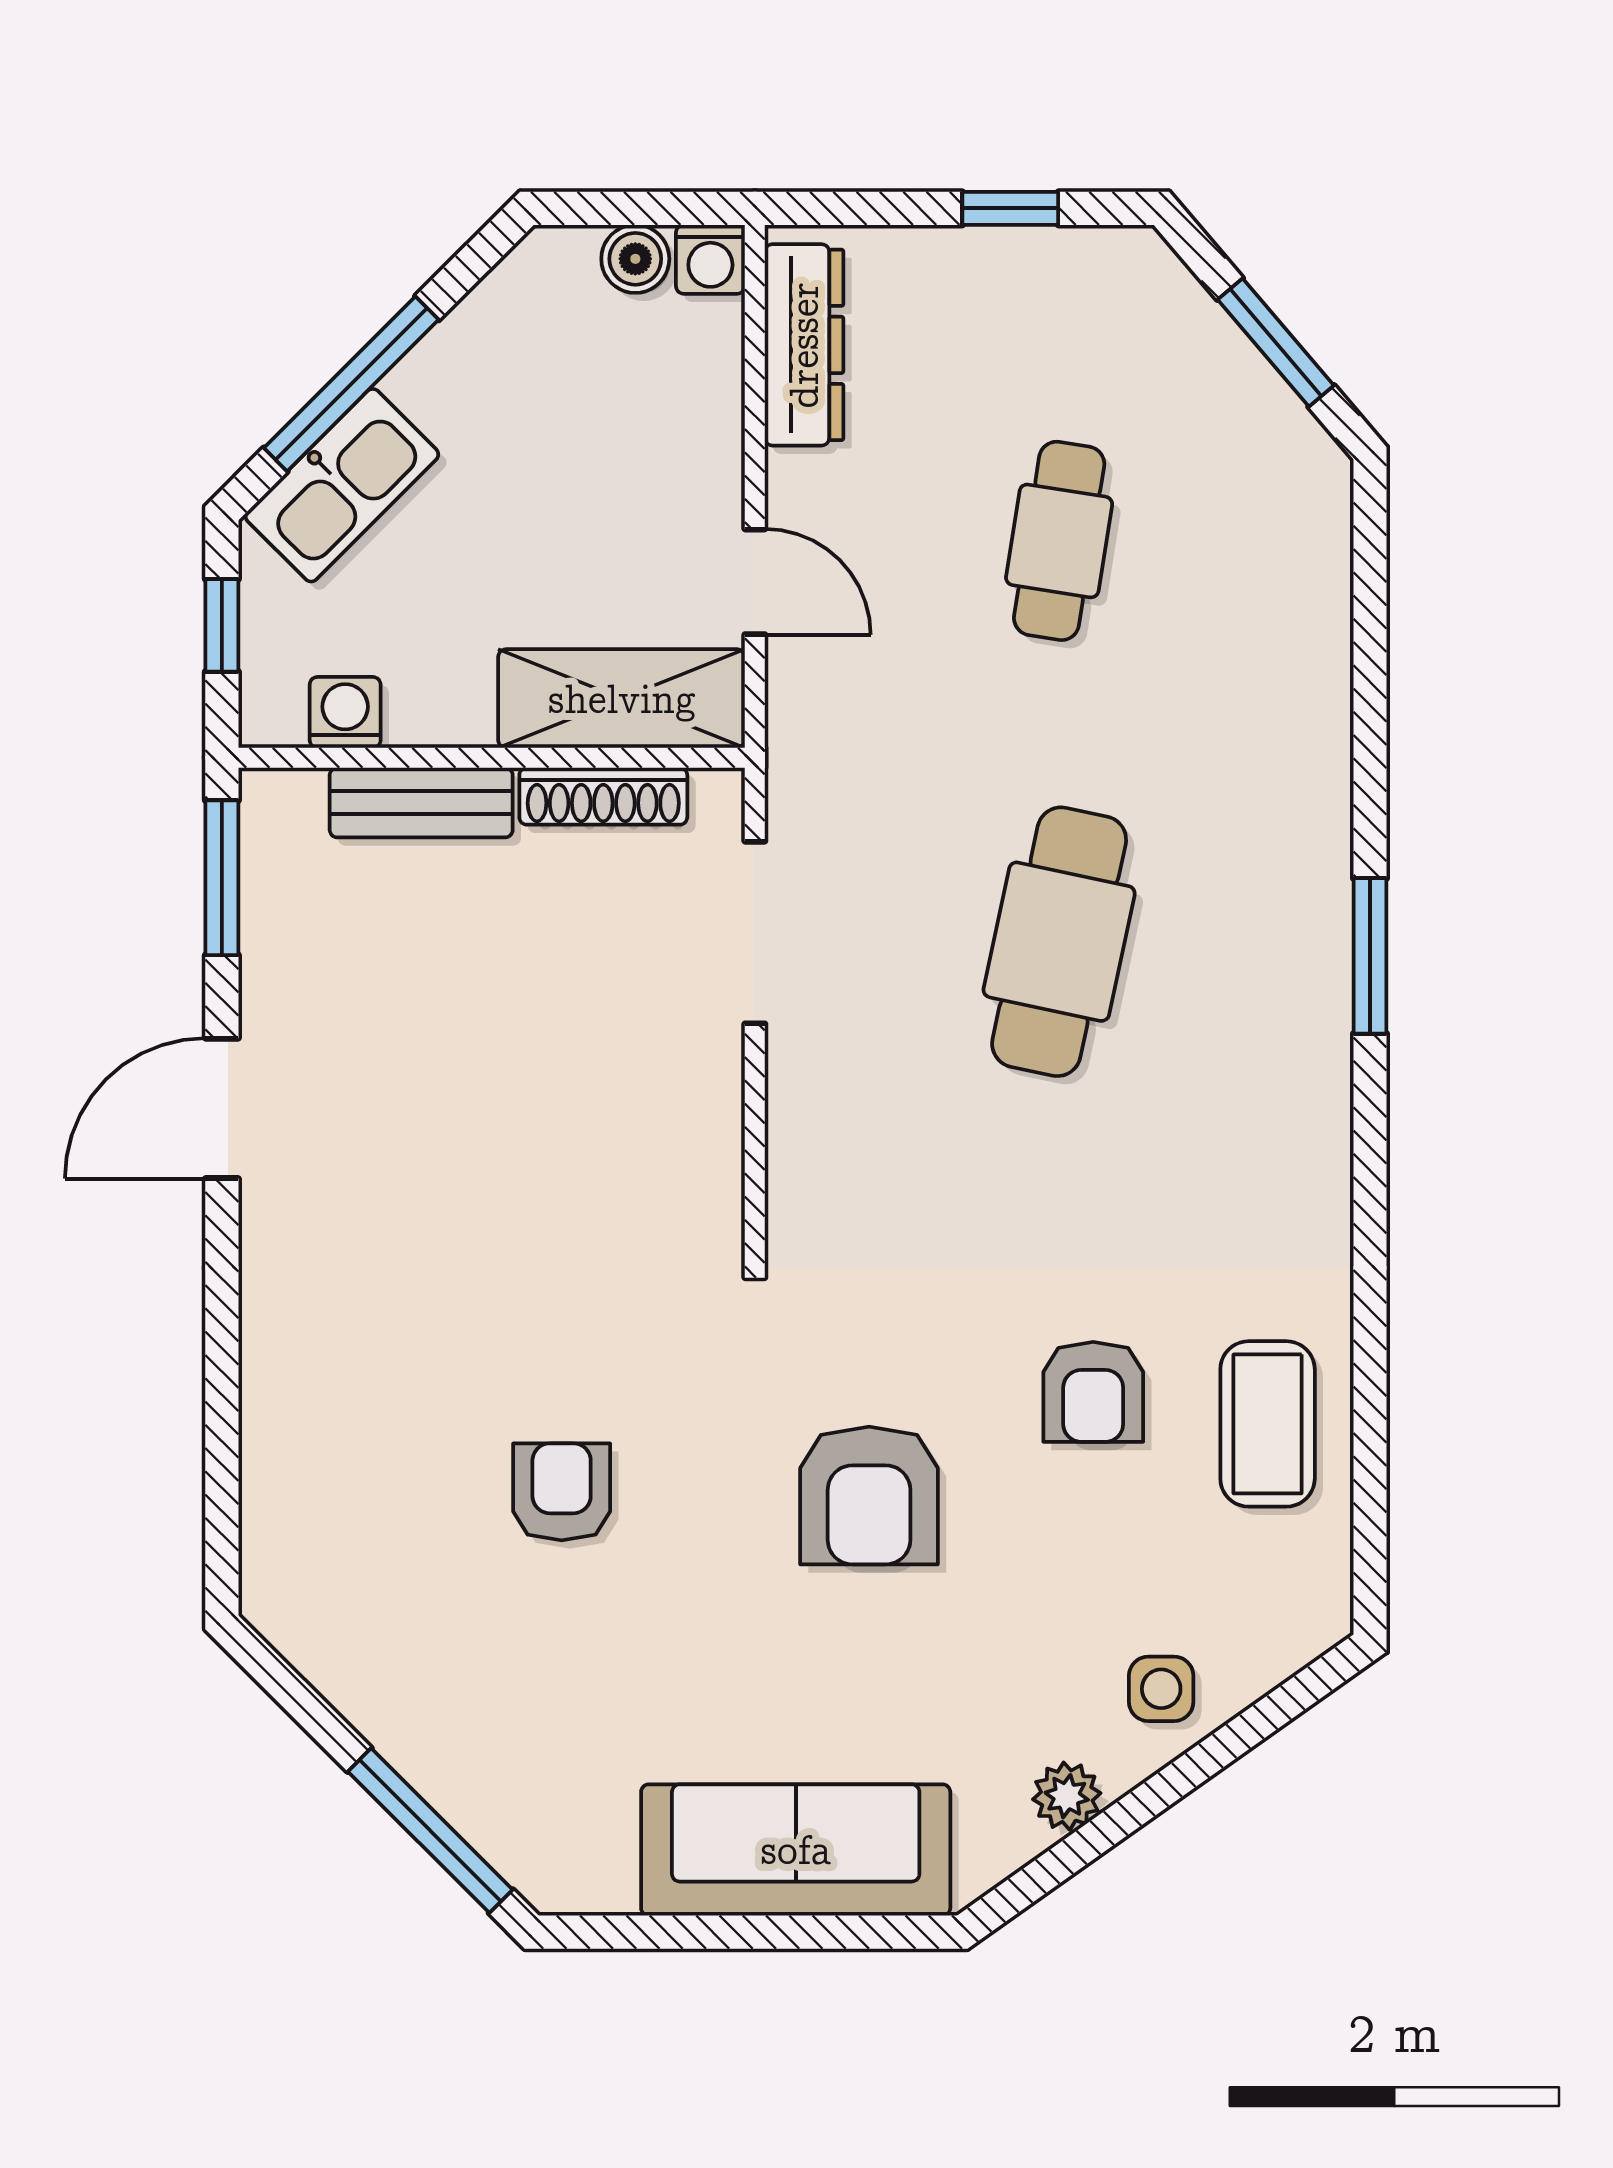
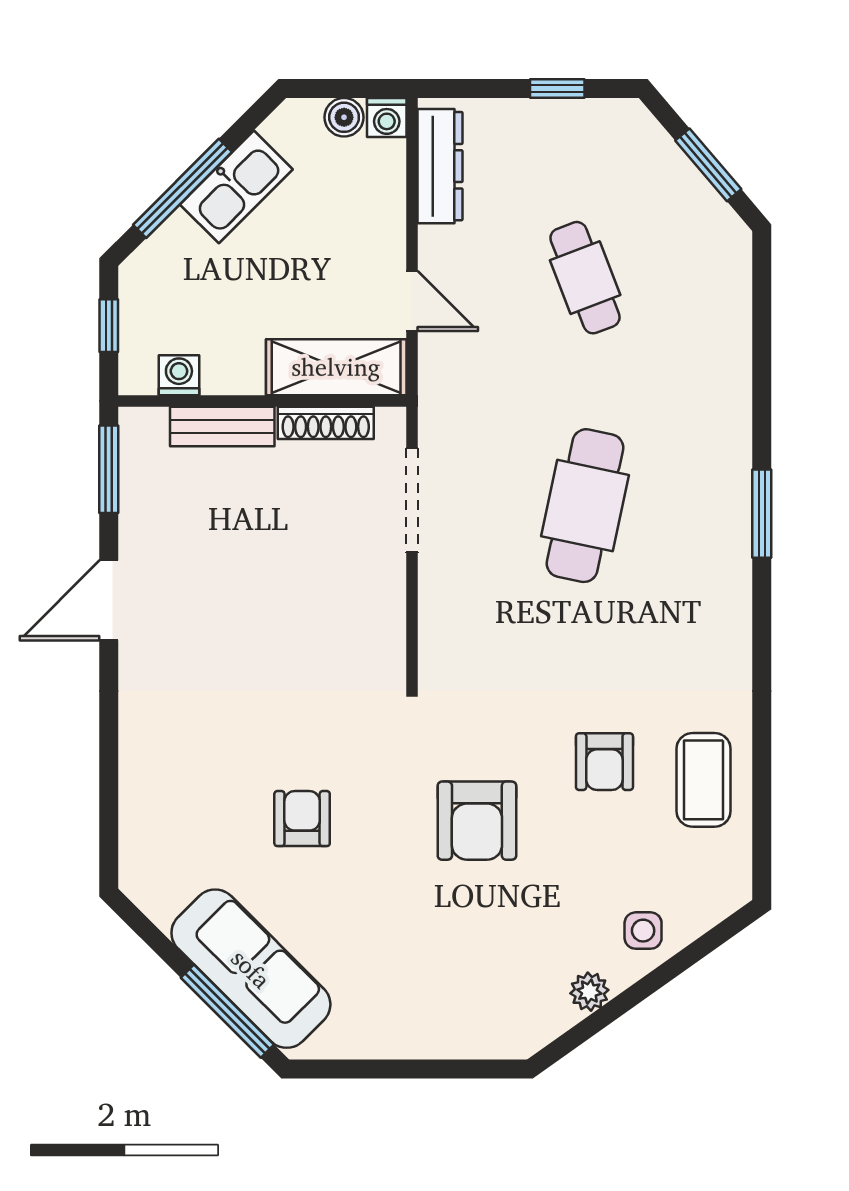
kitchen sink: (342, 485) -> (236, 187), moved
cafe table: (1059, 541) -> (585, 278), turned -30
sofa: (796, 1850) -> (251, 969), moved, turned 45

